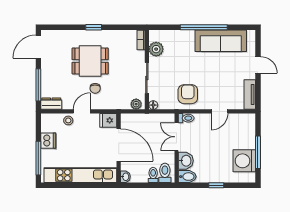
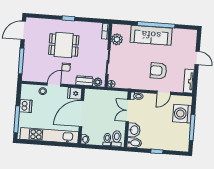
sofa: (221, 41) -> (151, 35), moved
armchair: (188, 94) -> (158, 71), moved, turned -90
dresser: (51, 104) -> (84, 81), moved
door: (119, 145) -> (81, 114), swing flipped
washing machine: (244, 161) -> (182, 114), moved

